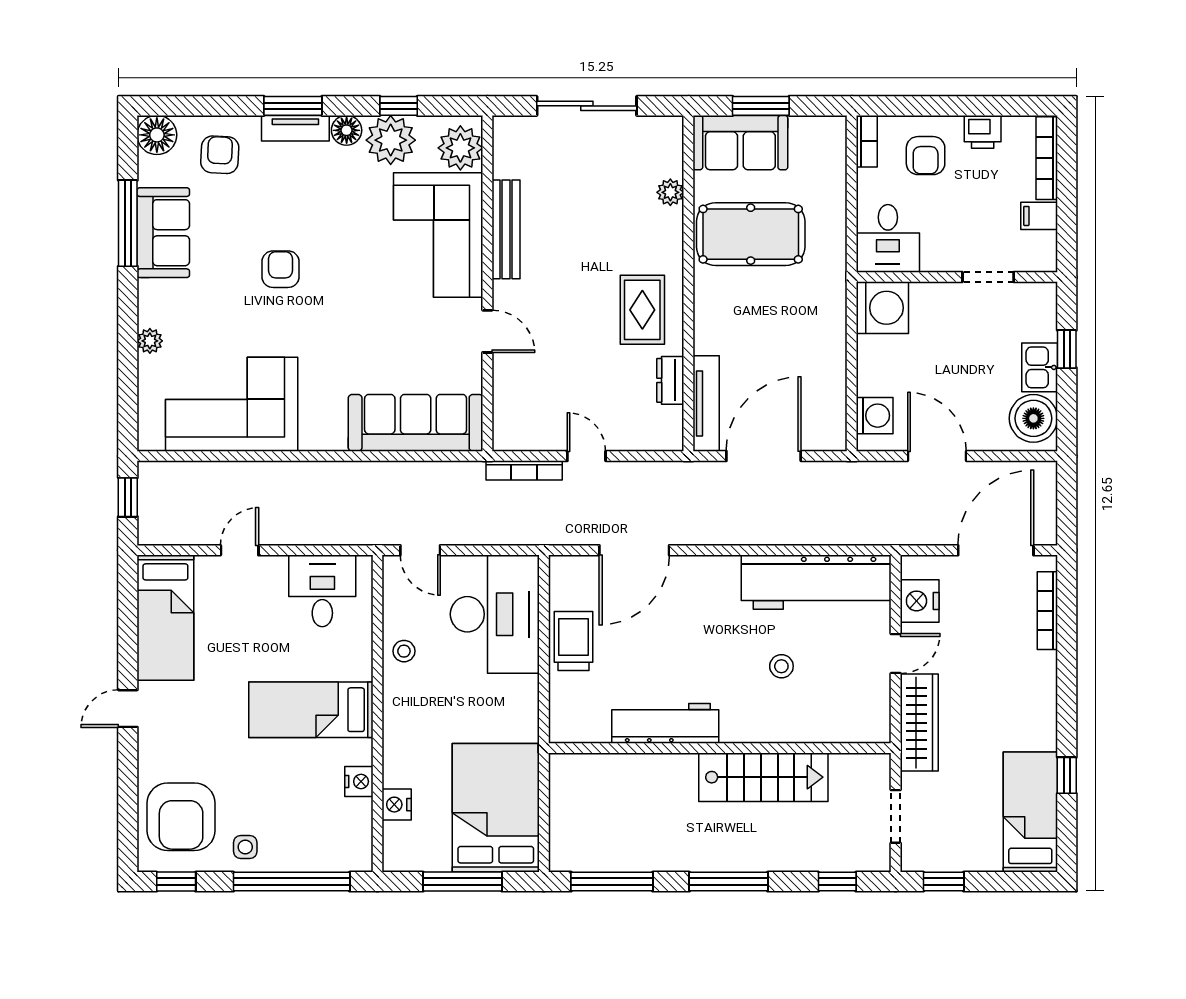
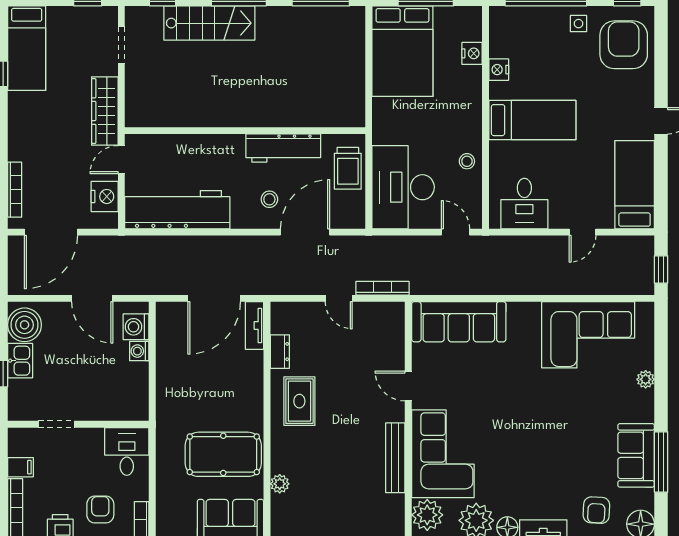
armchair: (281, 269) -> (554, 430), removed
washing machine: (882, 308) -> (139, 351), moved, width x0.53, depth x0.53
tv unit: (706, 403) -> (255, 326), width x0.71
stool: (781, 666) -> (269, 199), moved
workbench: (665, 723) -> (283, 148), moved
wall: (720, 748) -> (245, 131), moved
stairs: (763, 777) -> (209, 23), moved, turned 180

